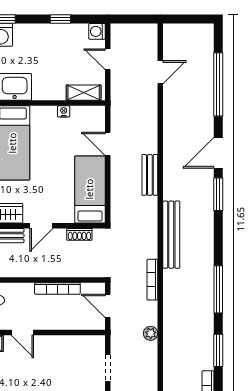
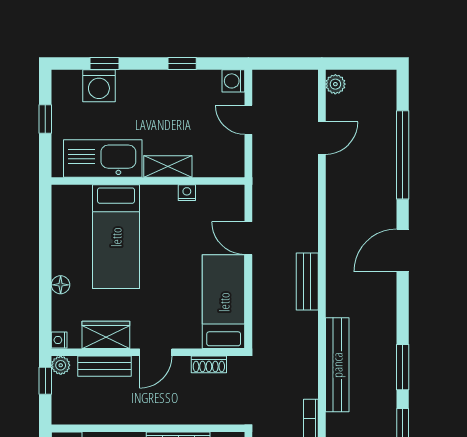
plant: (170, 34) -> (335, 84), added
shelving: (84, 93) -> (168, 167), moved
window: (218, 194) -> (403, 367), moved

